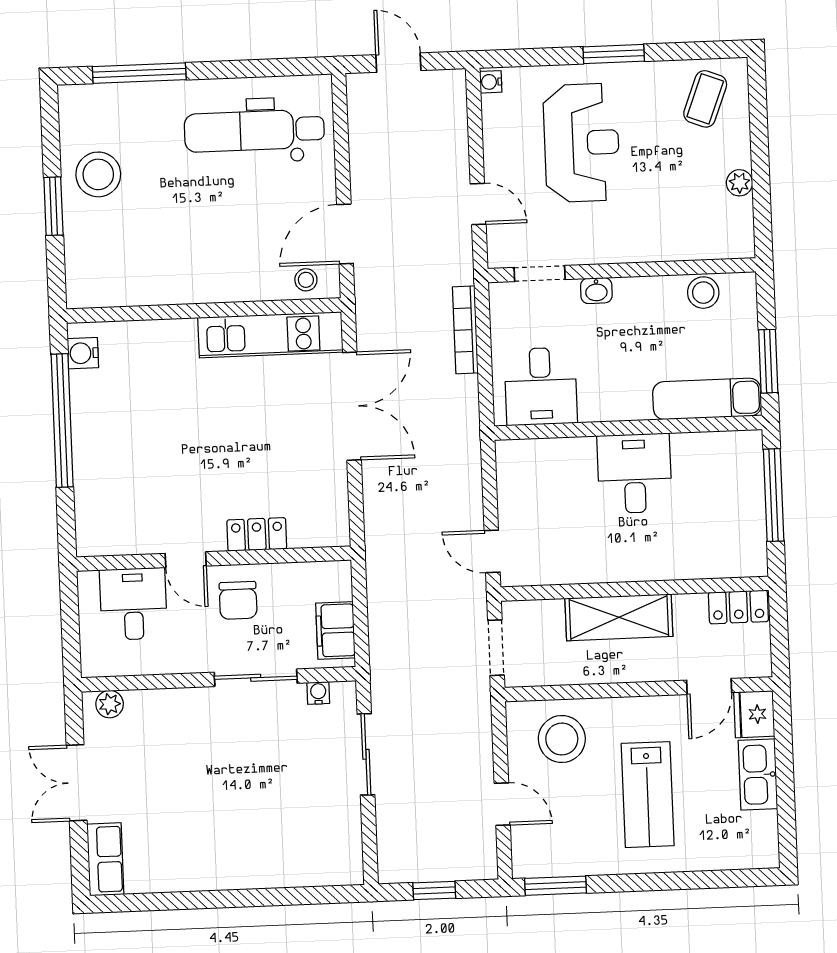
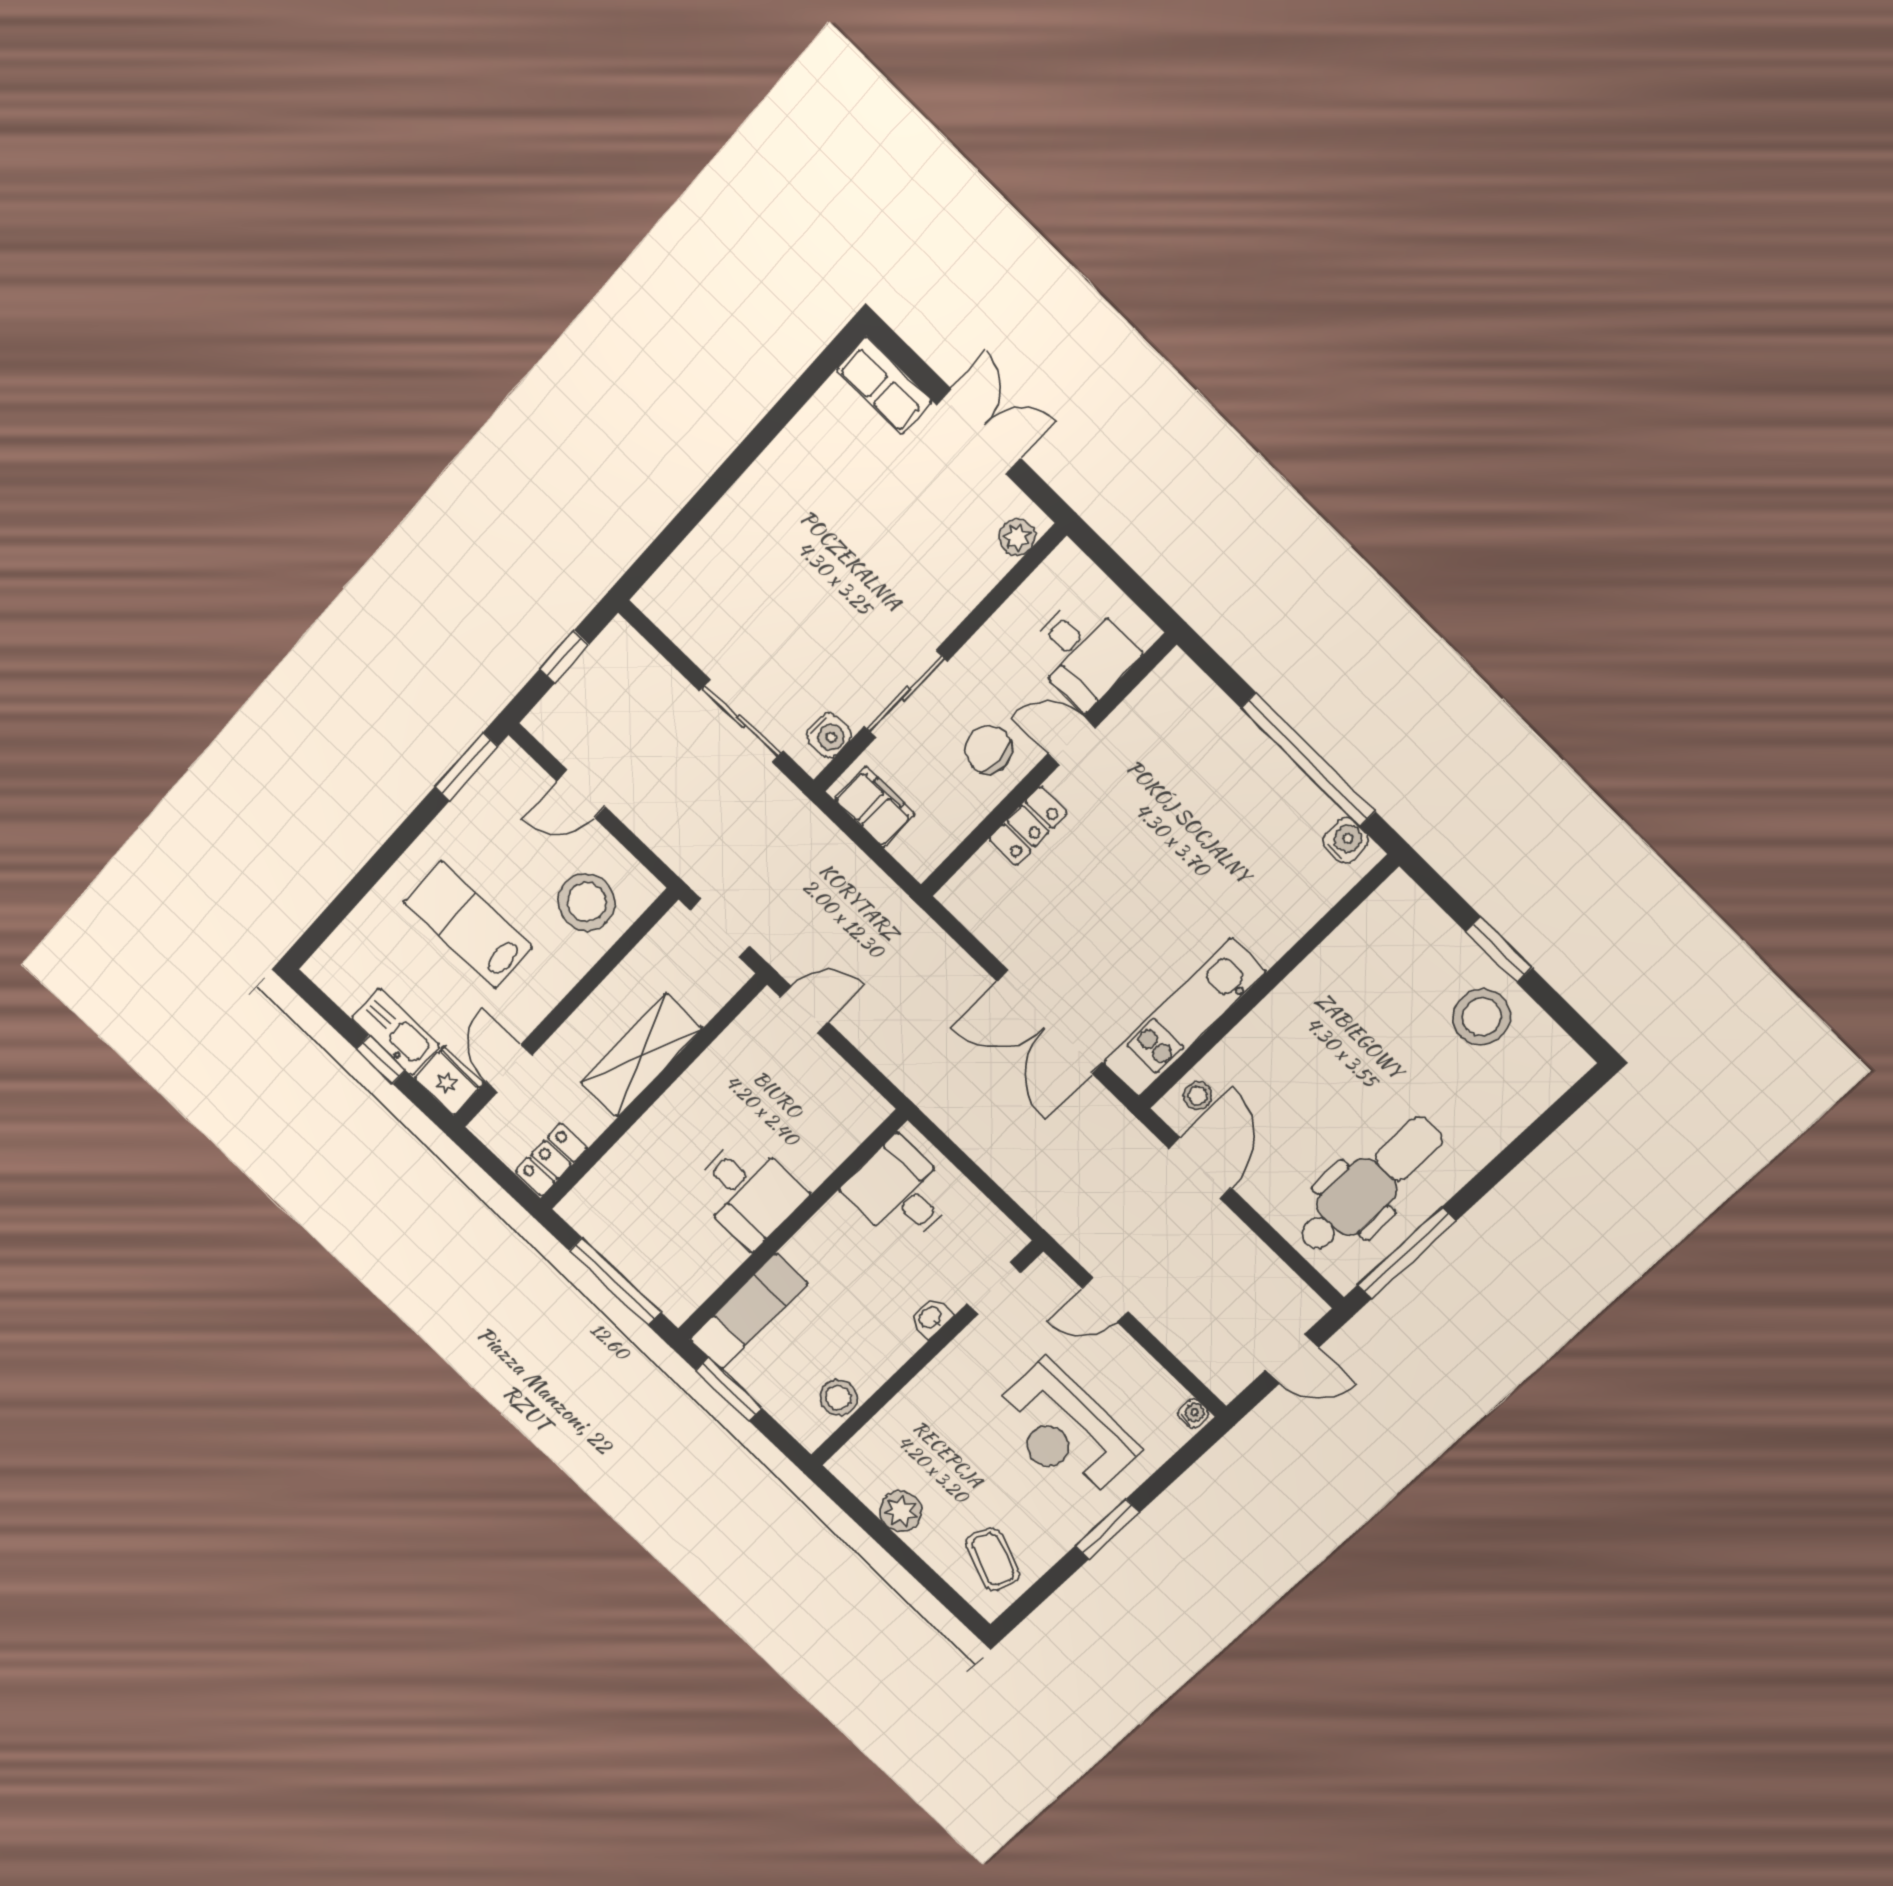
window: (139, 73) -> (1407, 1253), moved
plant: (739, 183) -> (901, 1512), width x1.38, depth x1.38
bookcase: (465, 330) -> (1013, 1181), removed
water cooler: (318, 693) -> (829, 735), width x1.38, depth x1.38
window: (784, 767) -> (381, 1060), added

